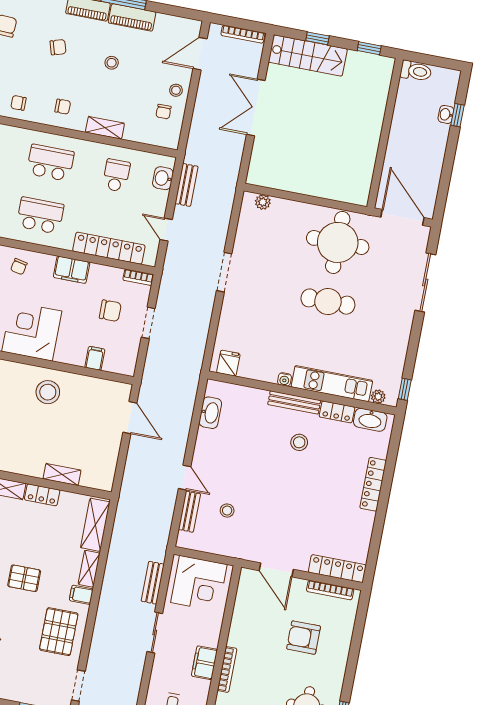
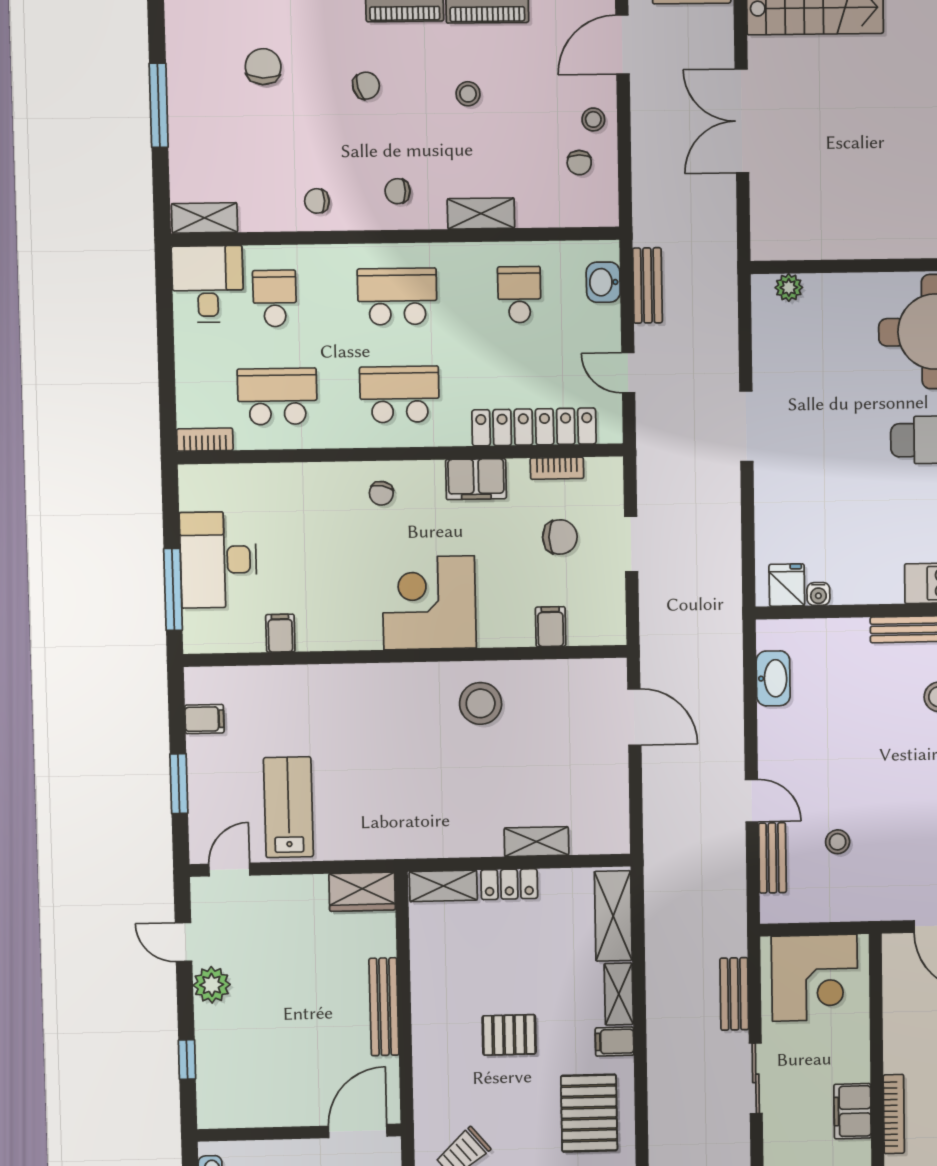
chair: (63, 107) -> (398, 191), turned 180
bookcase: (138, 277) -> (557, 468), moved
water cooler: (284, 379) -> (818, 594), moved

